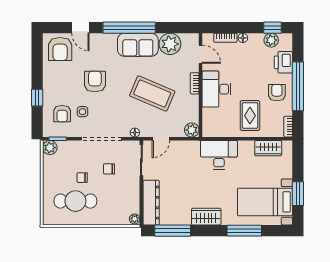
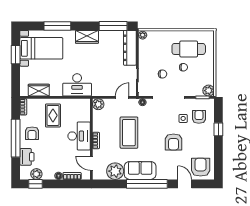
coffee table: (152, 93) -> (129, 133), turned 67

